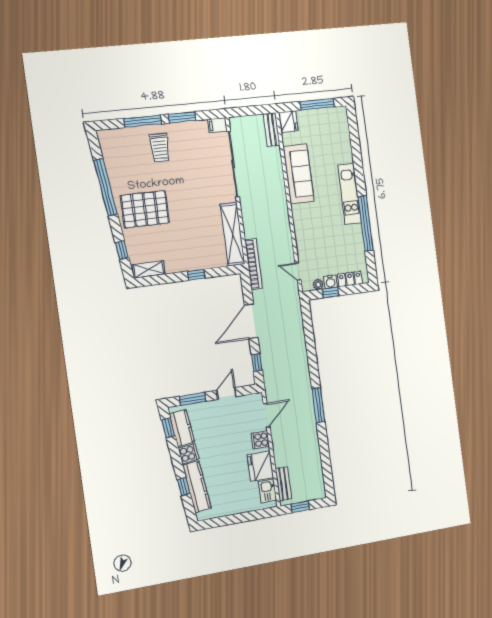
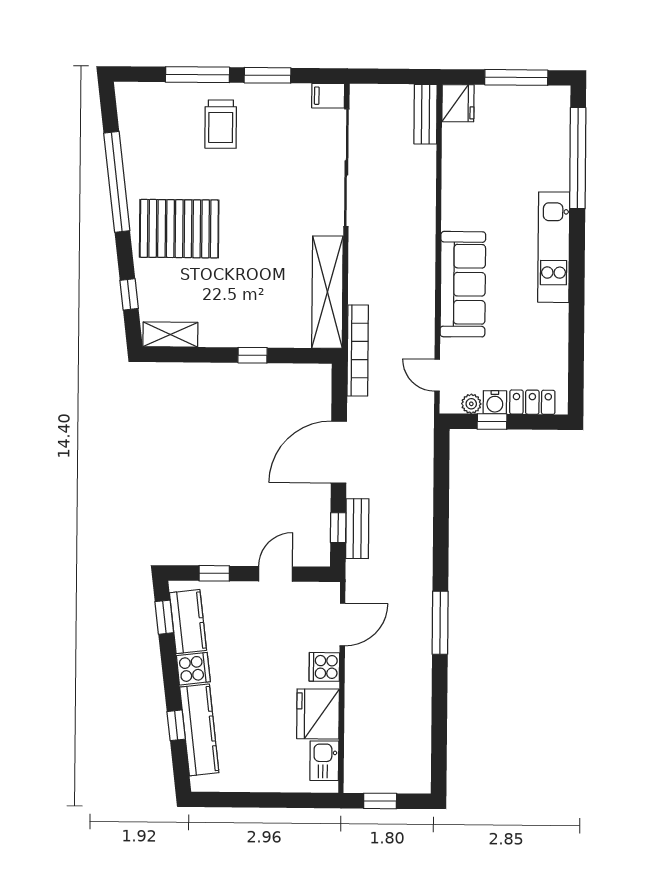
sofa: (299, 174) -> (463, 284), moved
window: (366, 224) -> (578, 158), moved
window: (193, 399) -> (214, 573), width x0.67
bench: (283, 484) -> (357, 529), moved

